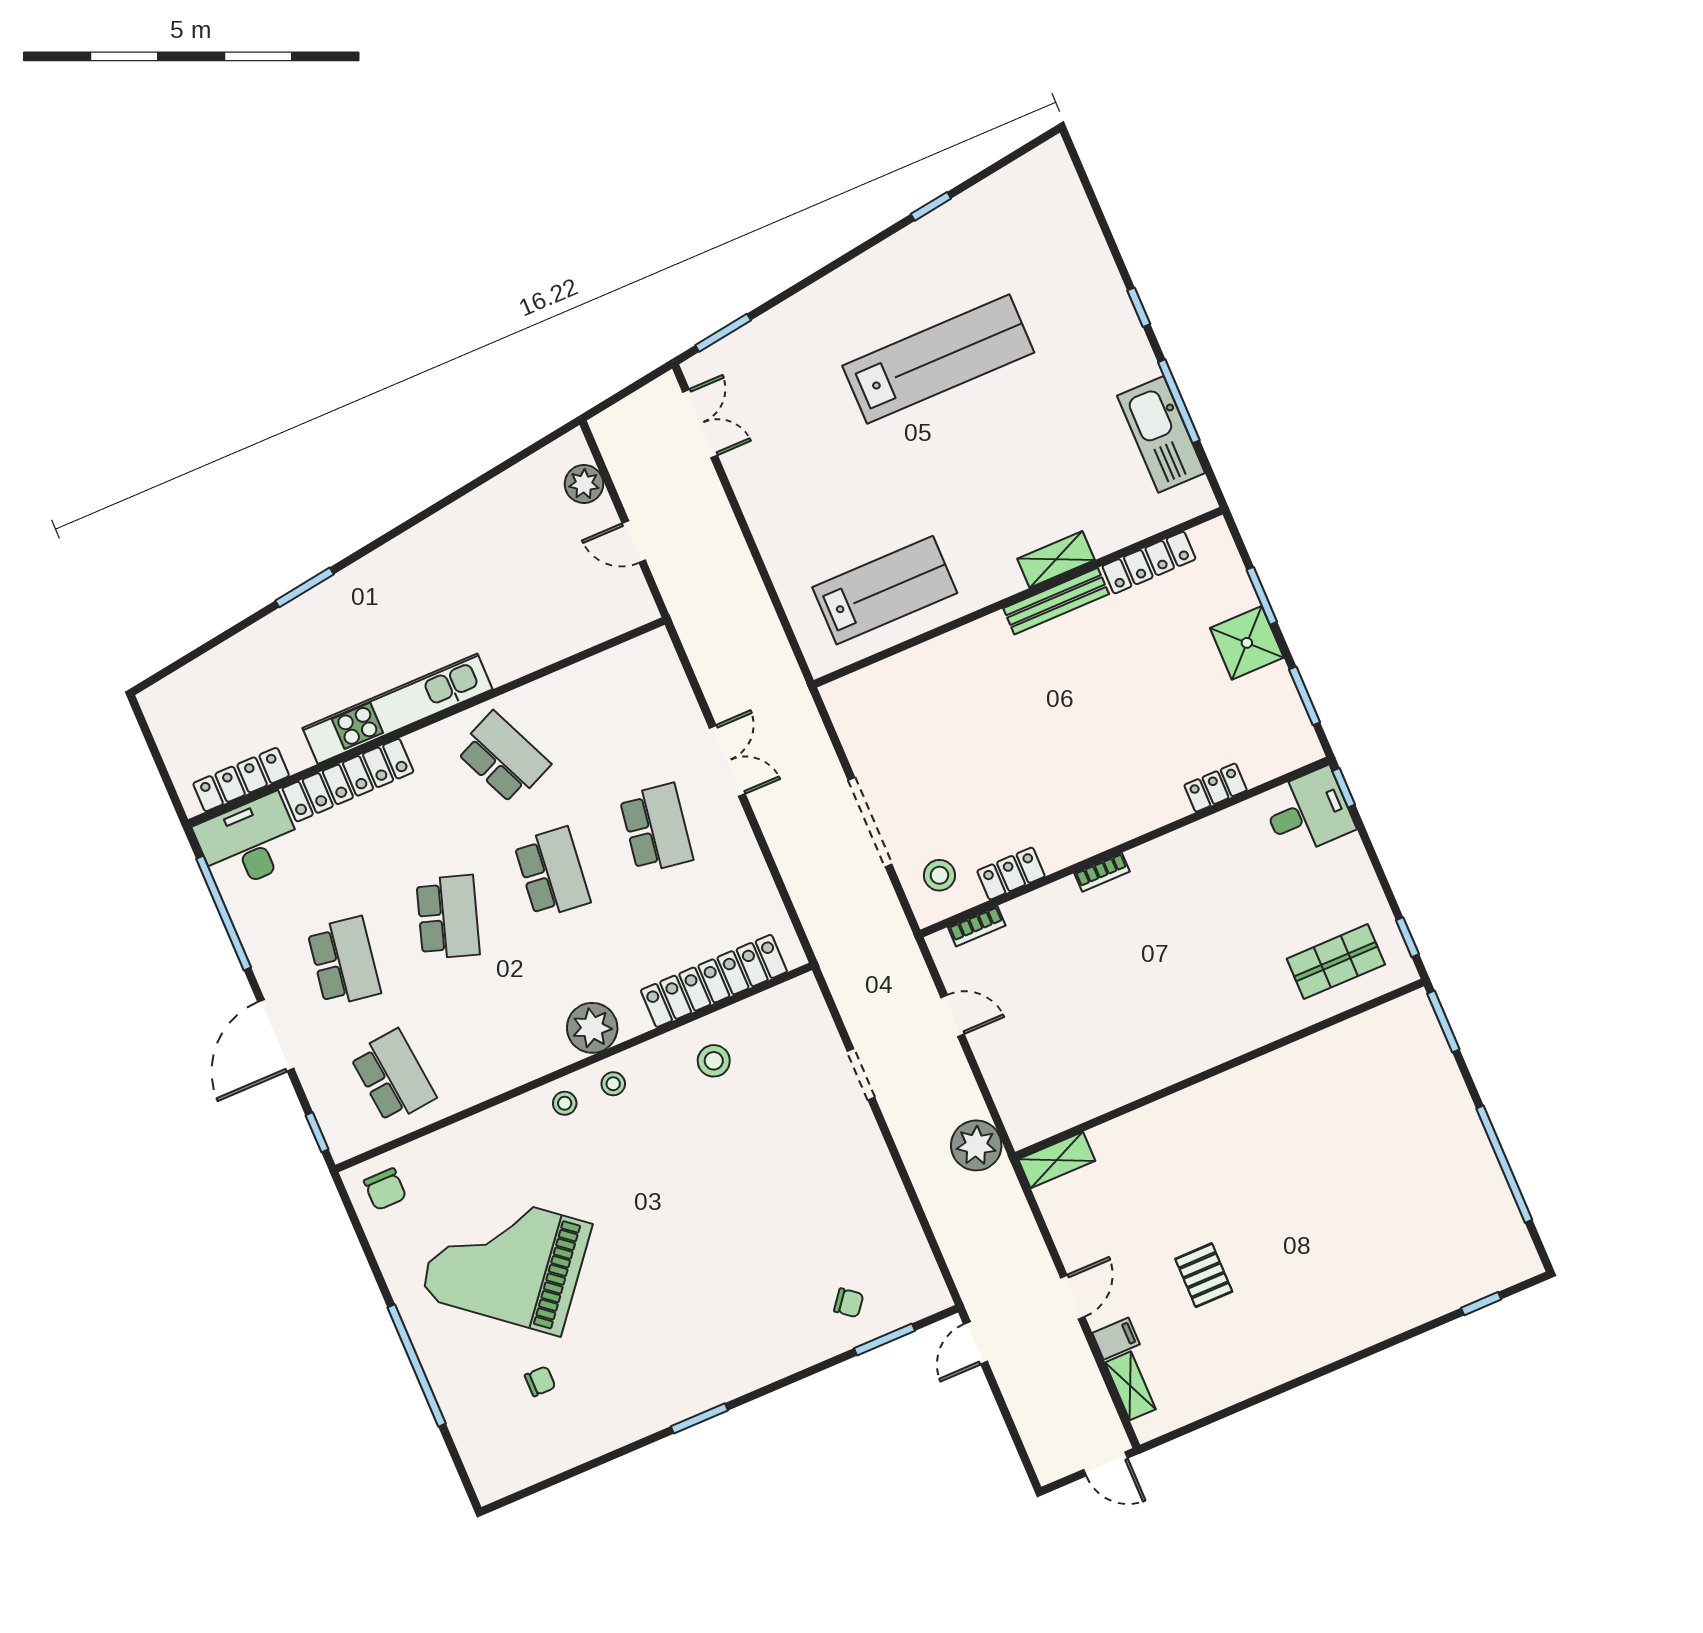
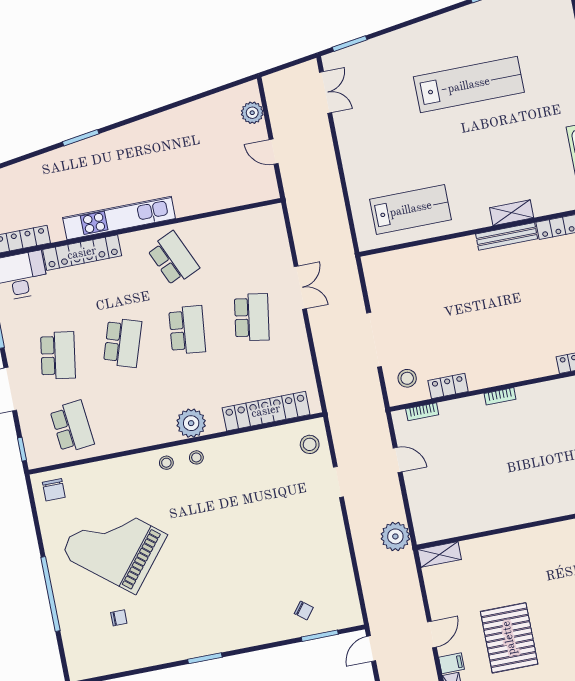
stool: (714, 1061) -> (310, 444), moved
pallet: (1204, 1275) -> (509, 638), width x2.05, depth x2.00

